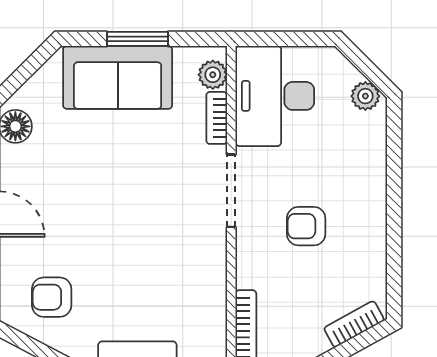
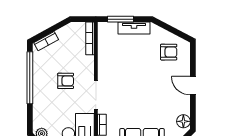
window: (394, 234) -> (30, 78), added

